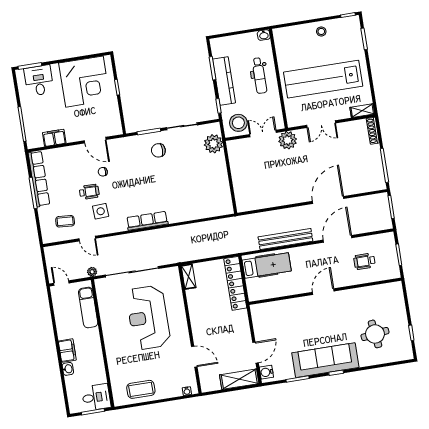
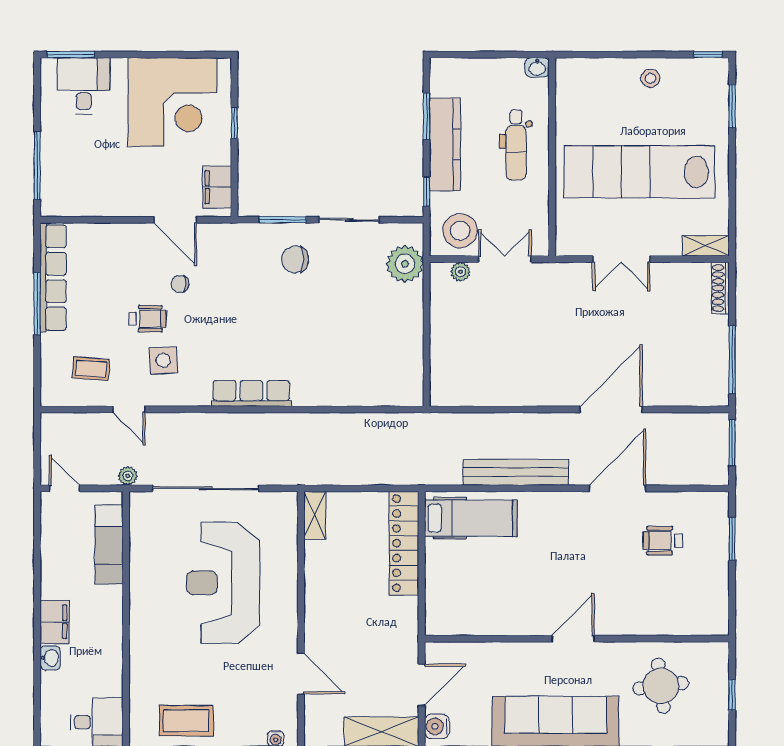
filing cabinet: (54, 138) -> (217, 187), moved, turned -90
plant: (288, 140) -> (460, 272), moved, width x0.53, depth x0.53
wall: (325, 291) -> (577, 639), moved
door: (323, 292) -> (573, 639), moved

